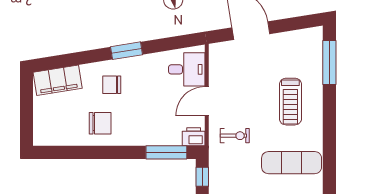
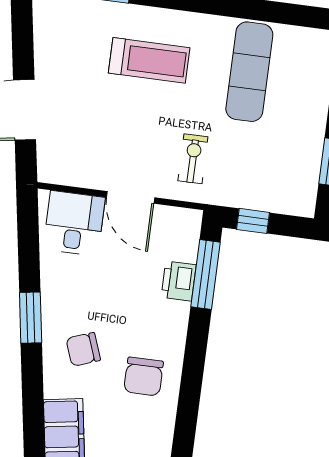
chair: (112, 85) -> (83, 349), turned 70
chair: (100, 123) -> (144, 377), turned 180
printer: (194, 137) -> (179, 281), moved

